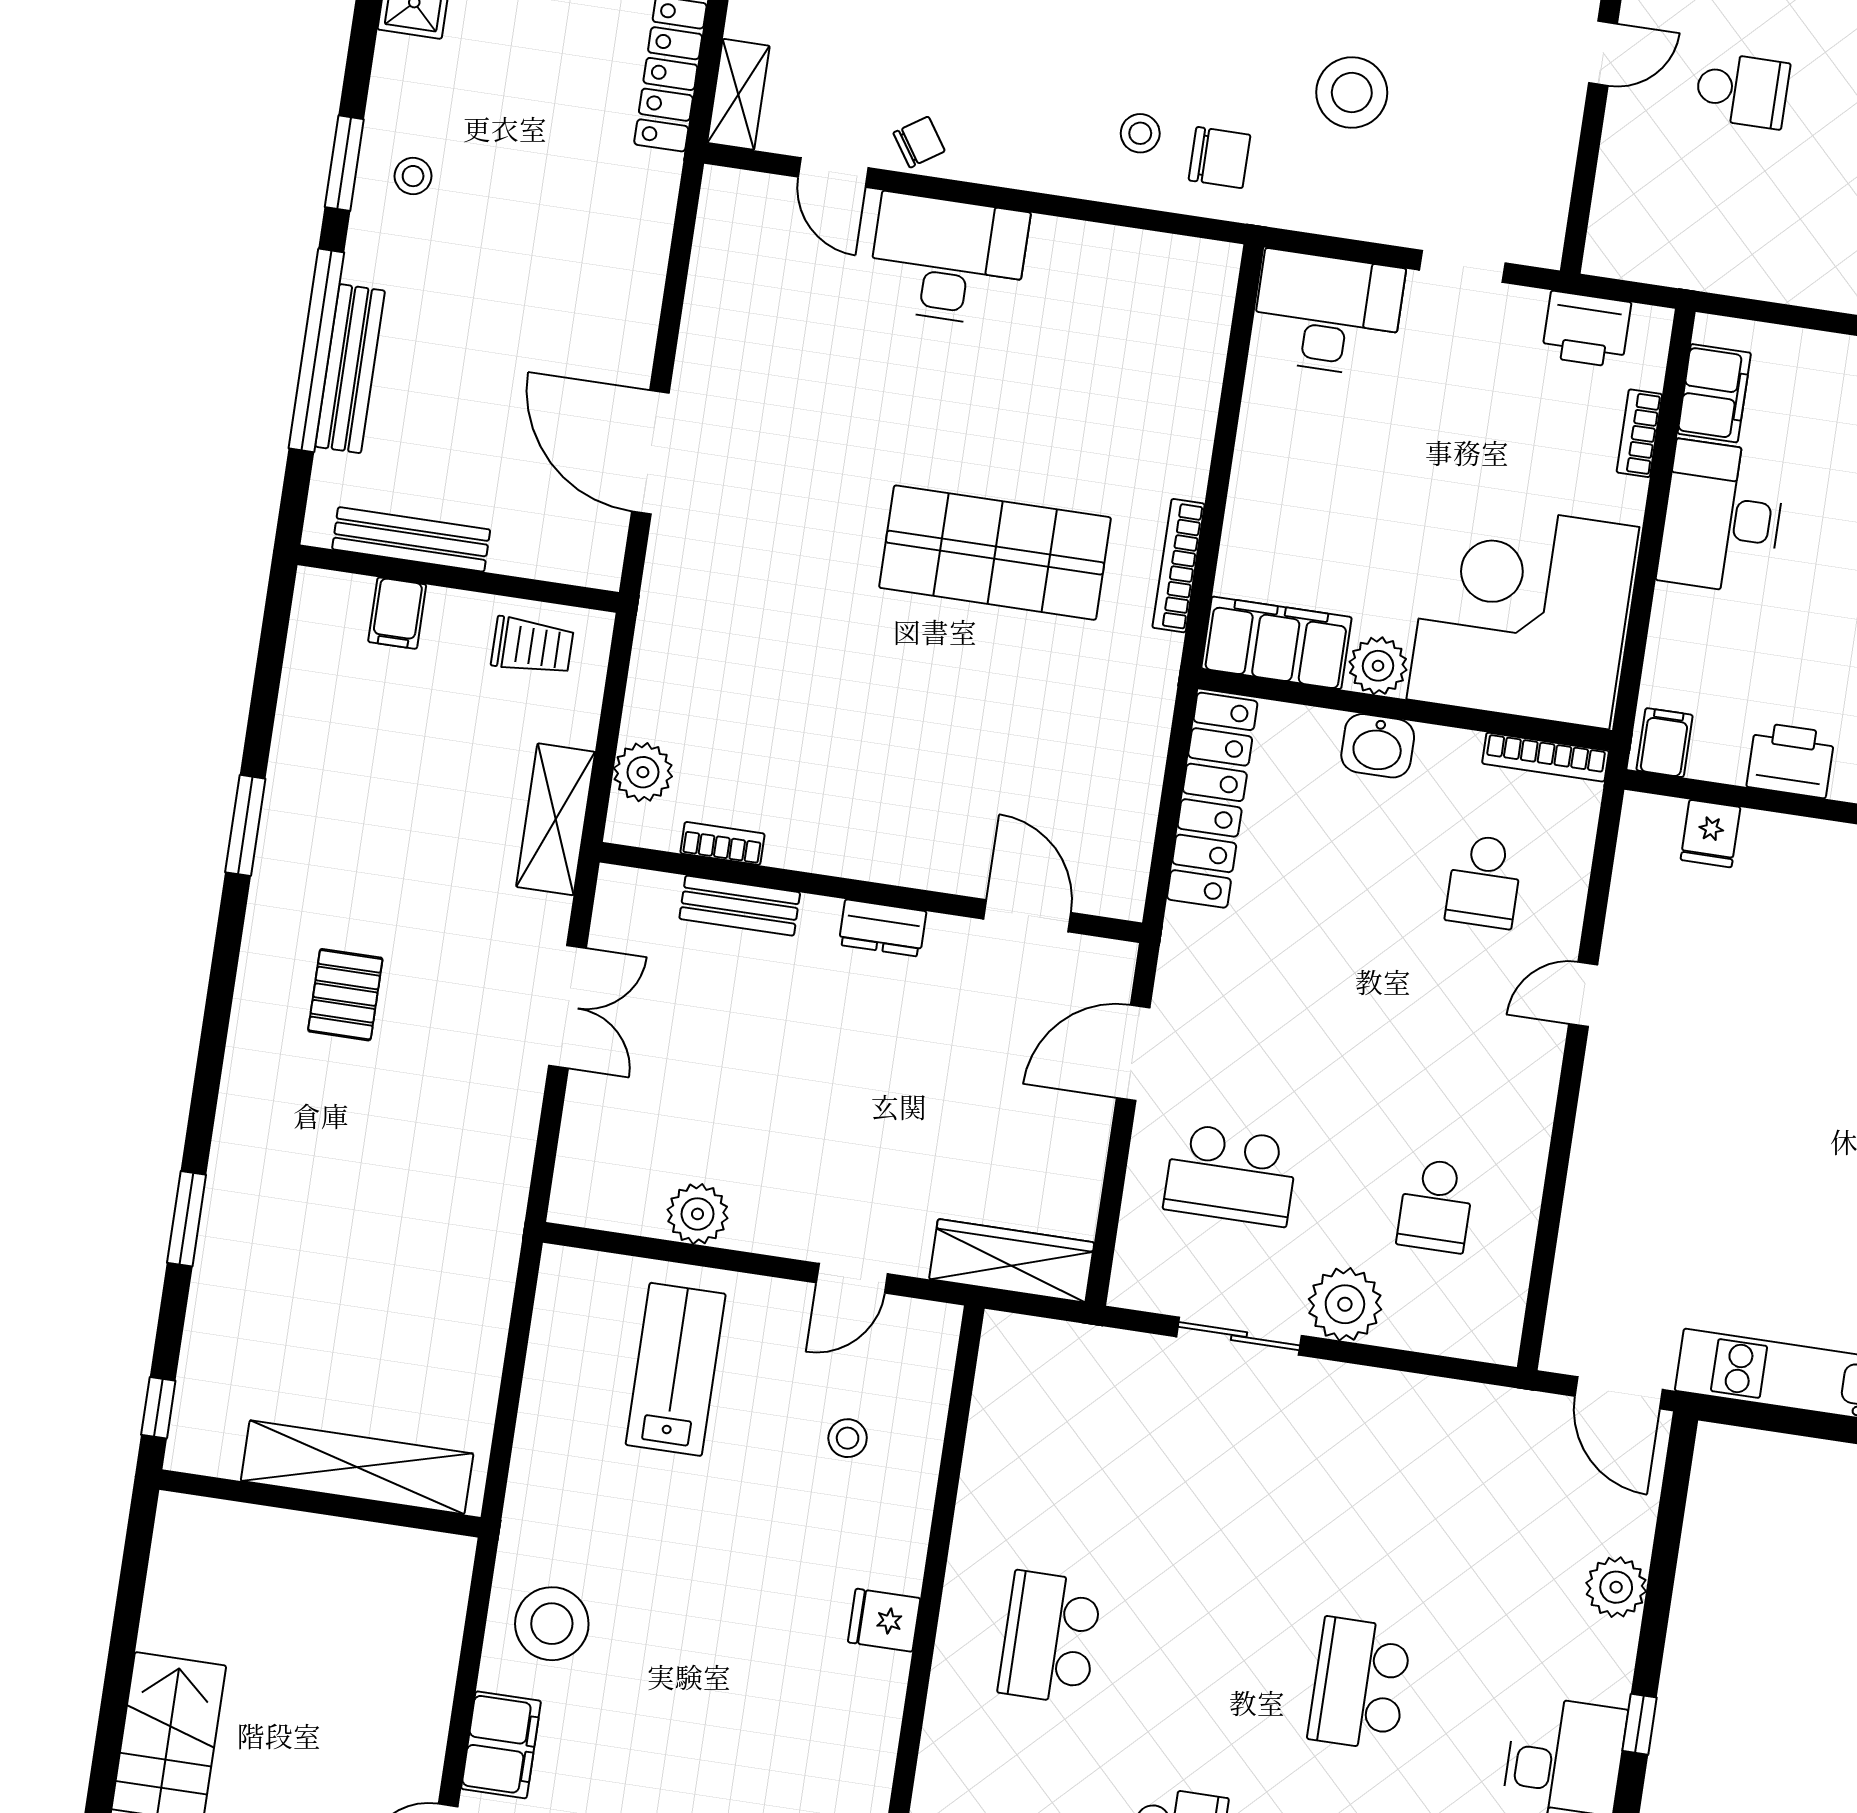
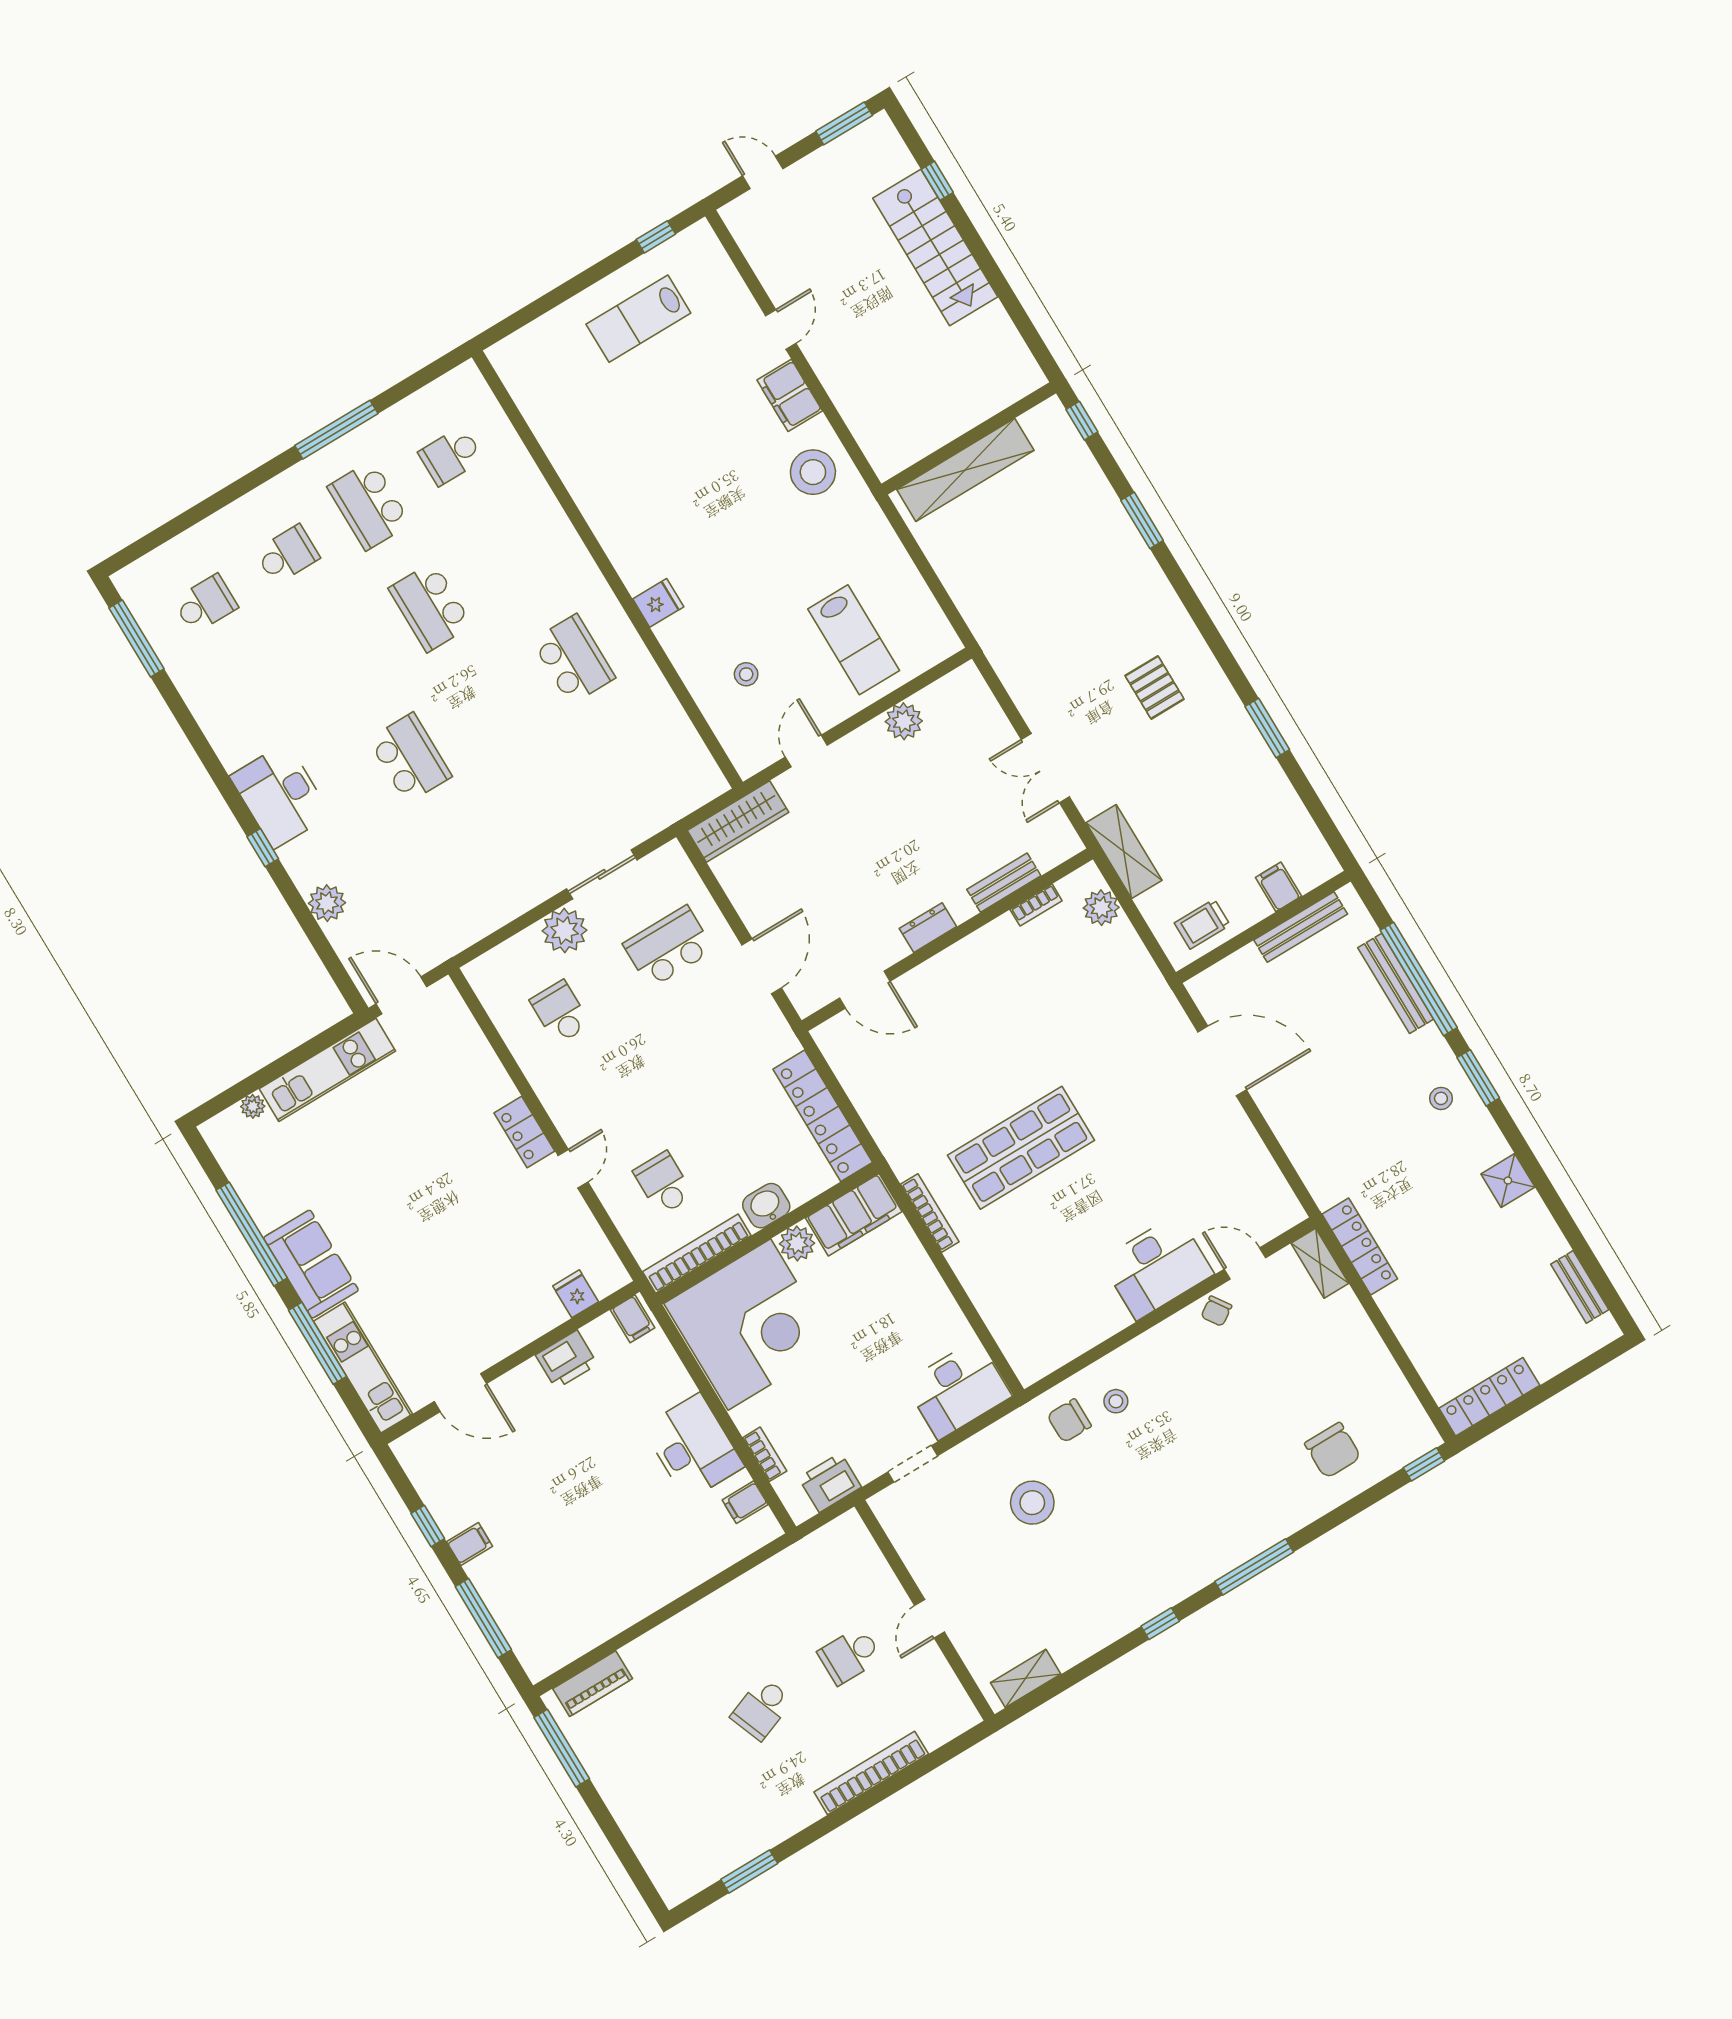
filing cabinet: (1714, 393) -> (745, 1502), width x0.50
bookcase: (1545, 757) -> (697, 1254), width x1.48, depth x1.31
locker: (1606, 1092) -> (524, 1132), added

